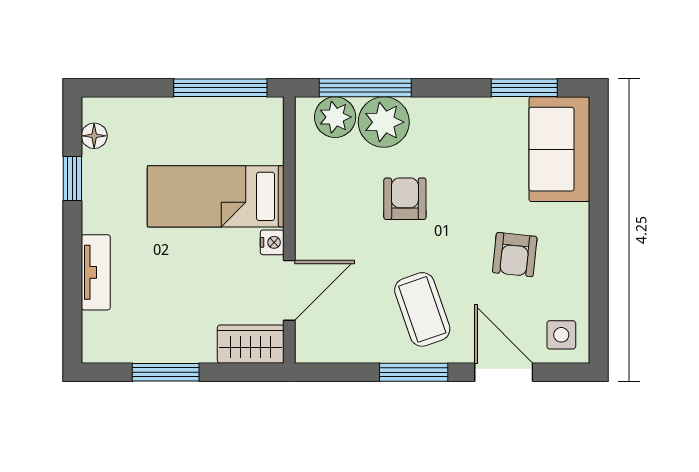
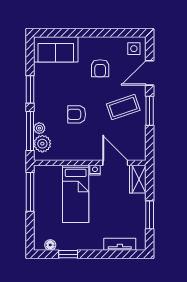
window: (524, 88) -> (30, 89), moved
plant: (384, 122) -> (39, 128), width x0.53, depth x0.53
armchair: (515, 255) -> (100, 68), turned 84
tv unit: (96, 272) -> (120, 244), moved

